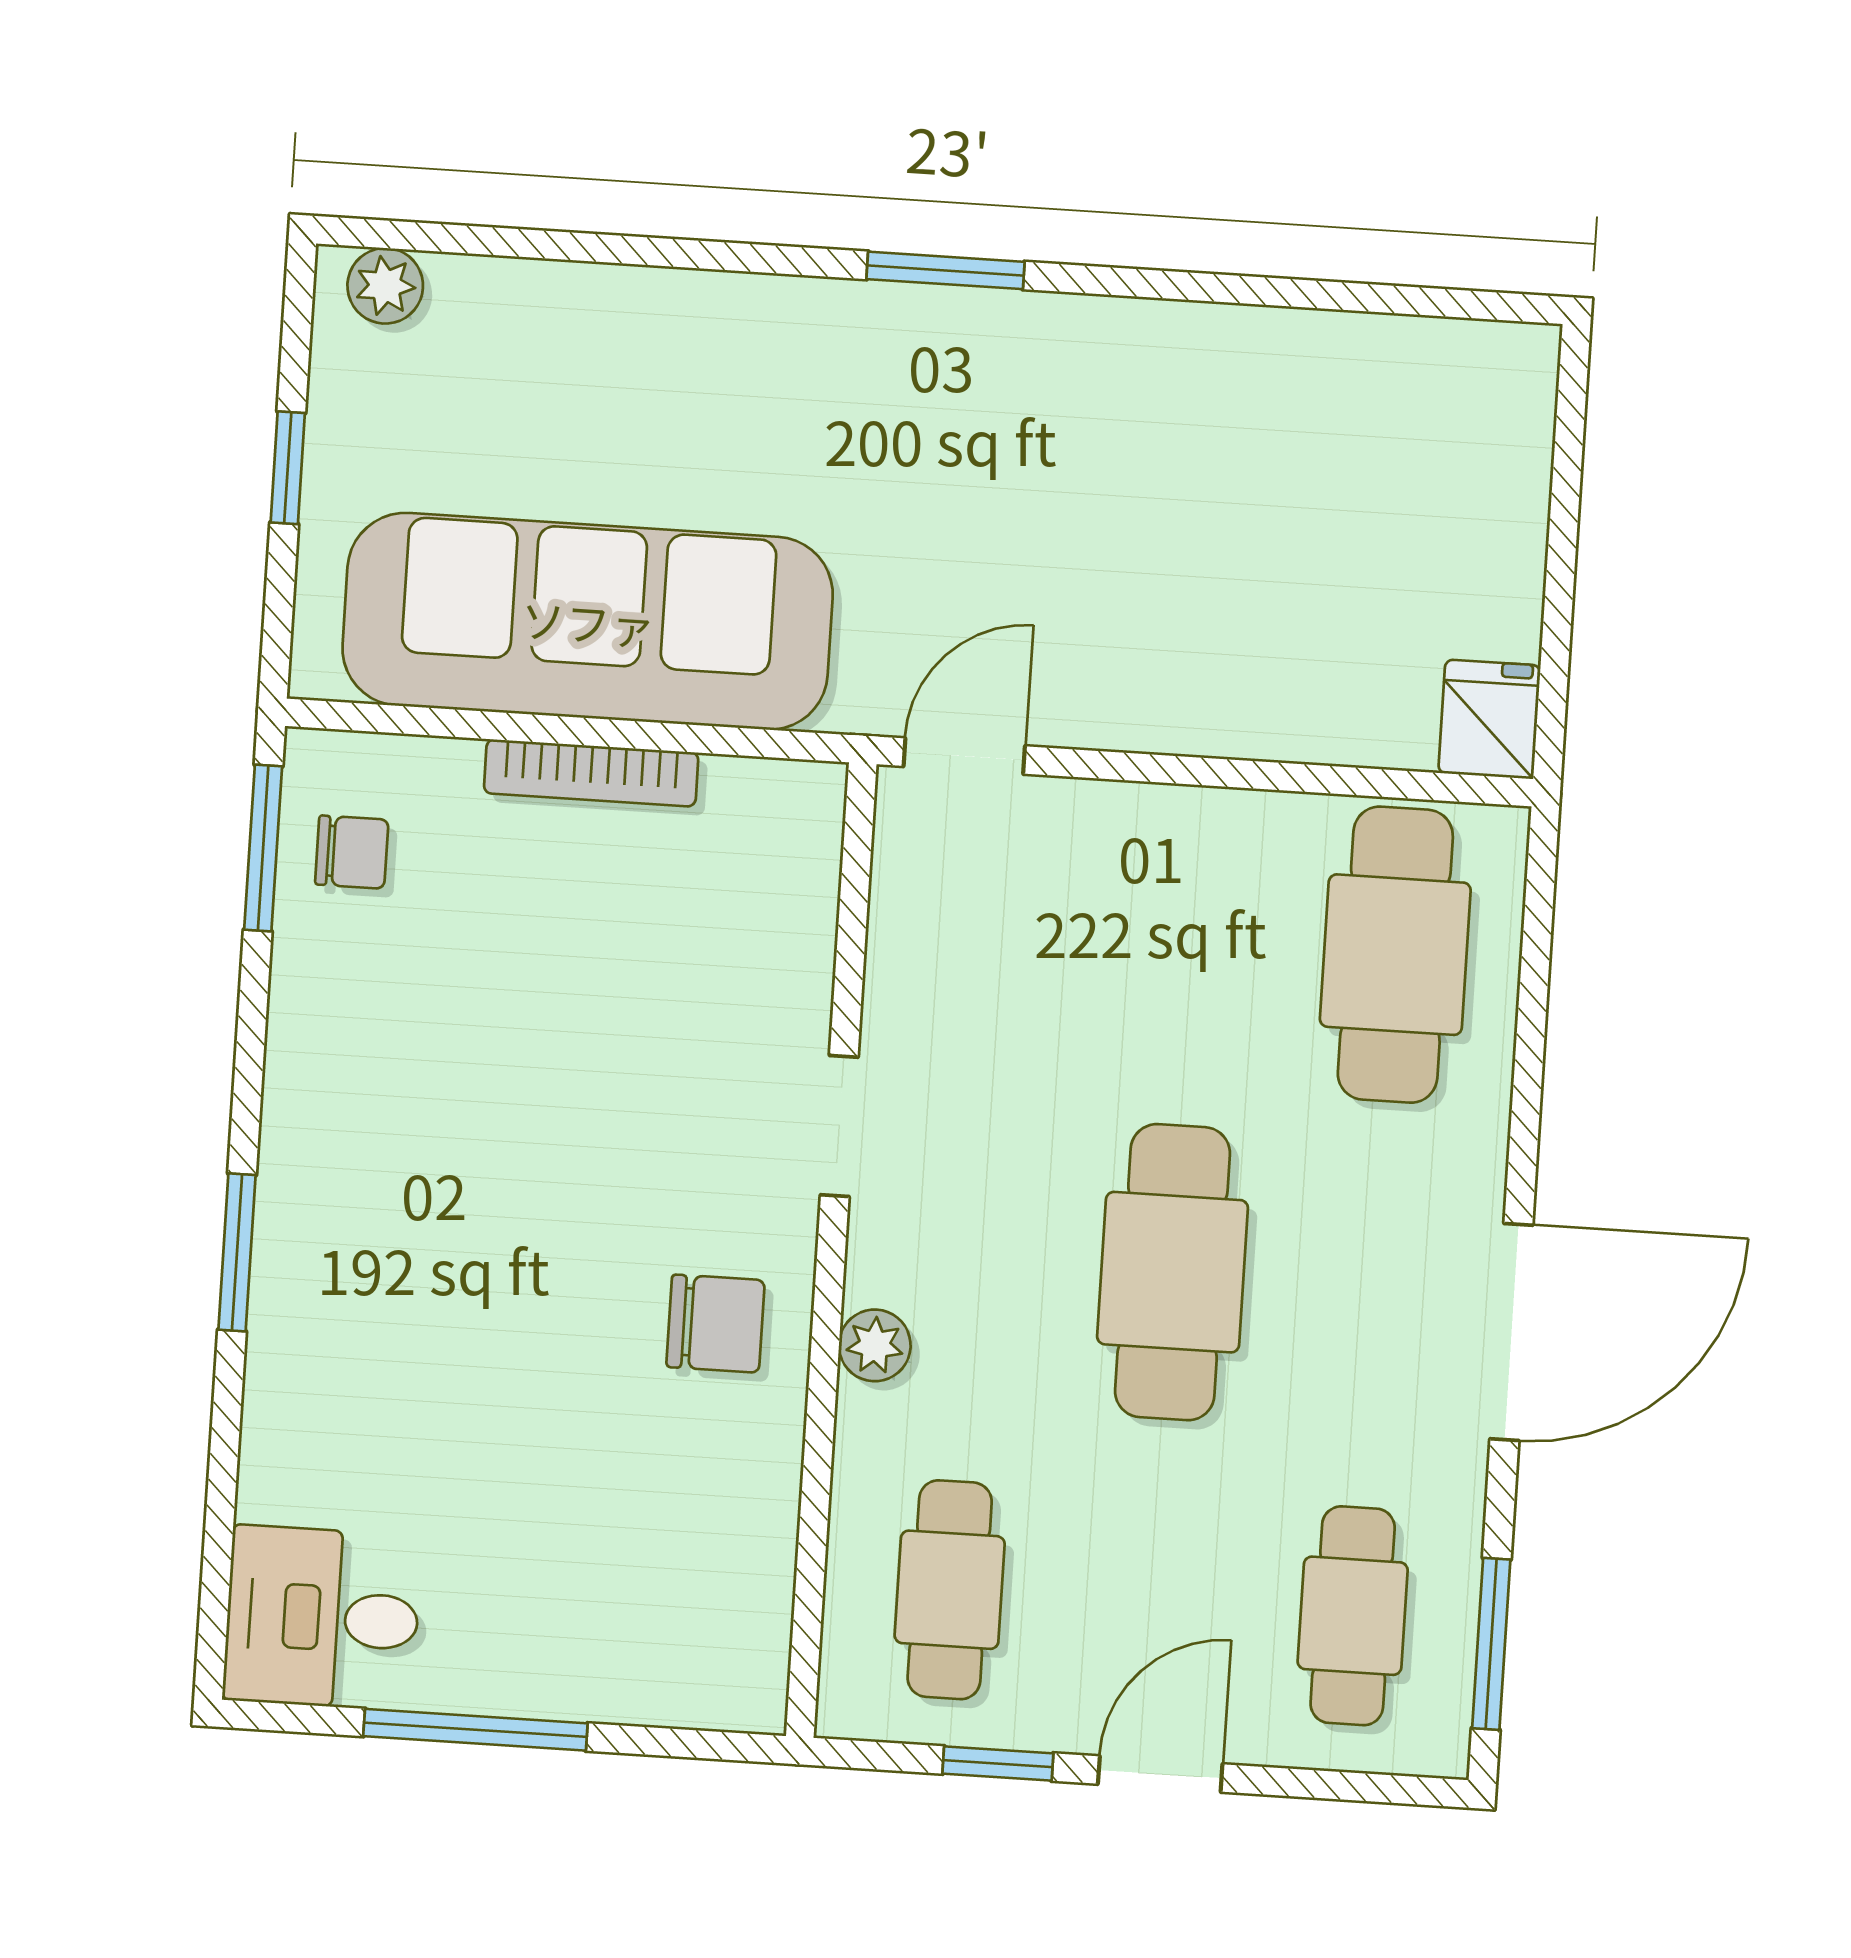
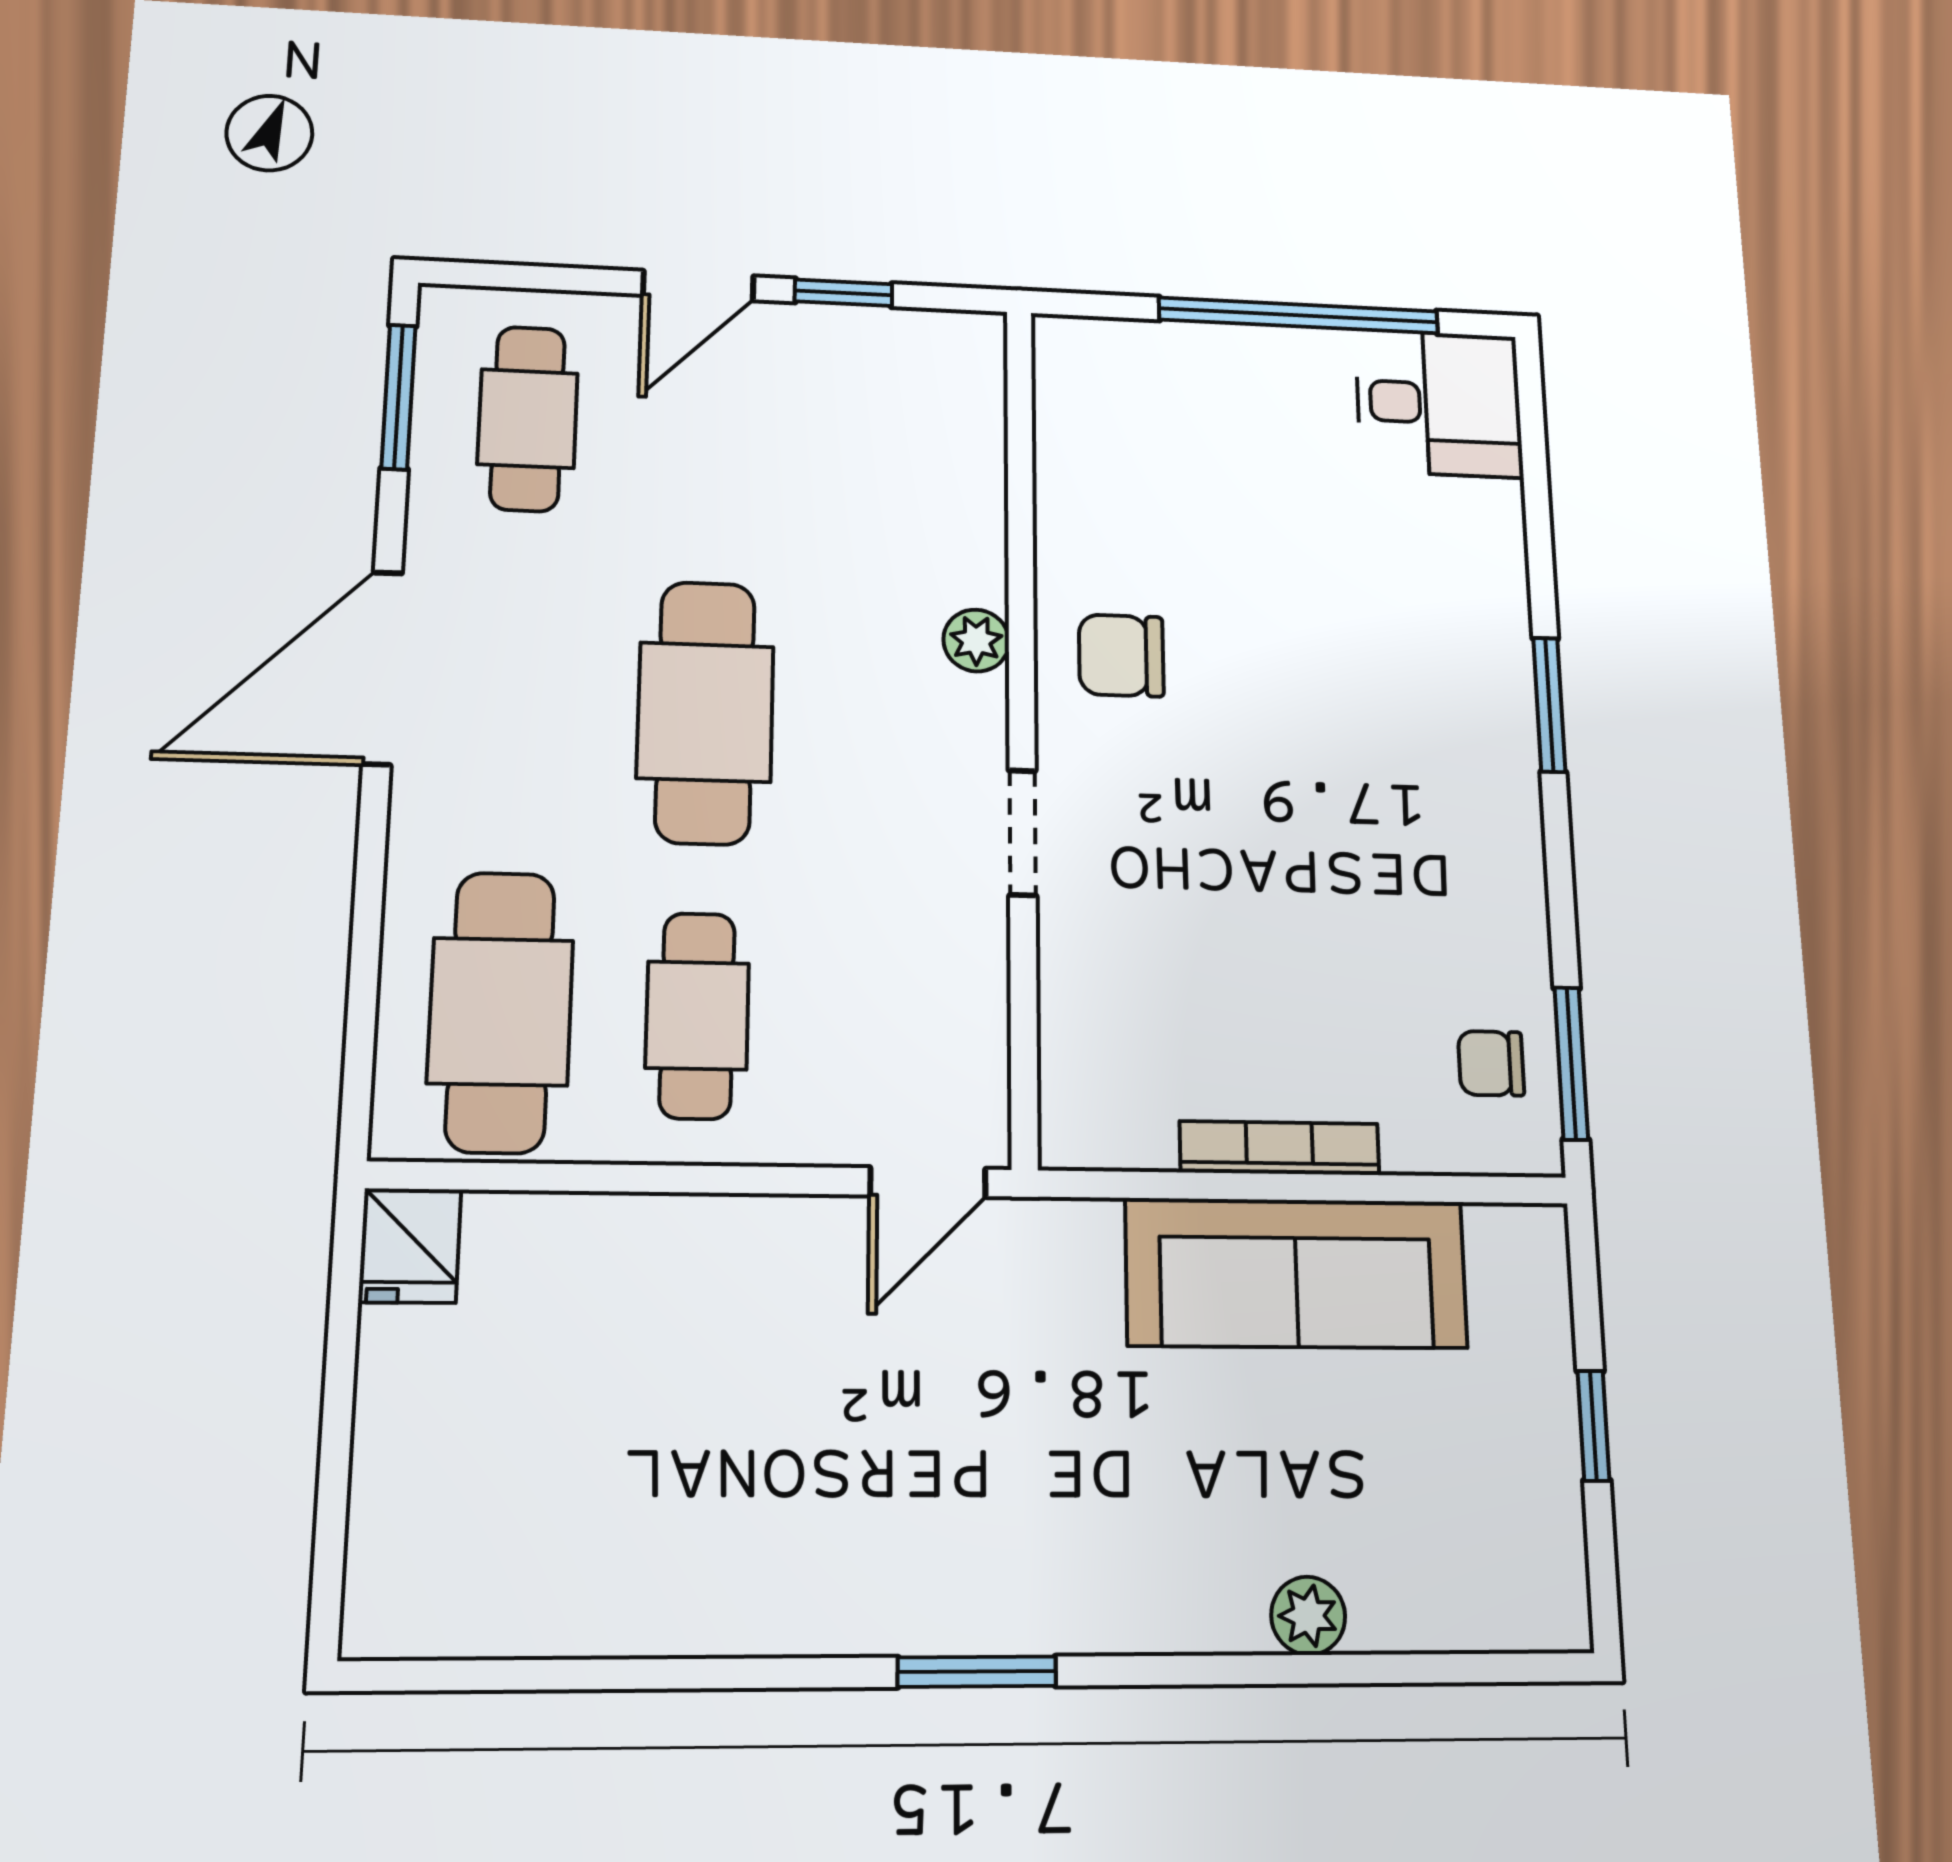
plant: (385, 286) -> (1308, 1616), moved
sofa: (588, 621) -> (1296, 1273), width x0.74, depth x0.79
cafe table: (950, 1590) -> (697, 1015), moved
window: (475, 1730) -> (1299, 315), width x1.46

